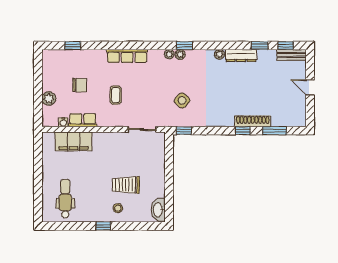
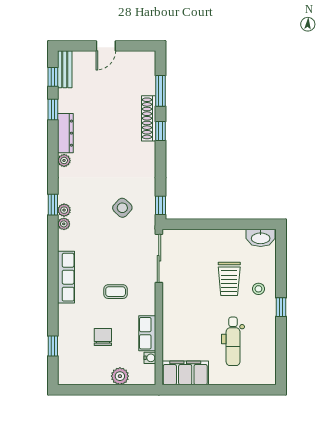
sliding door: (142, 129) -> (159, 258), width x1.37
filing cabinet: (73, 141) -> (185, 373), moved, turned -90
dental chair: (65, 199) -> (233, 341), moved, turned -90

